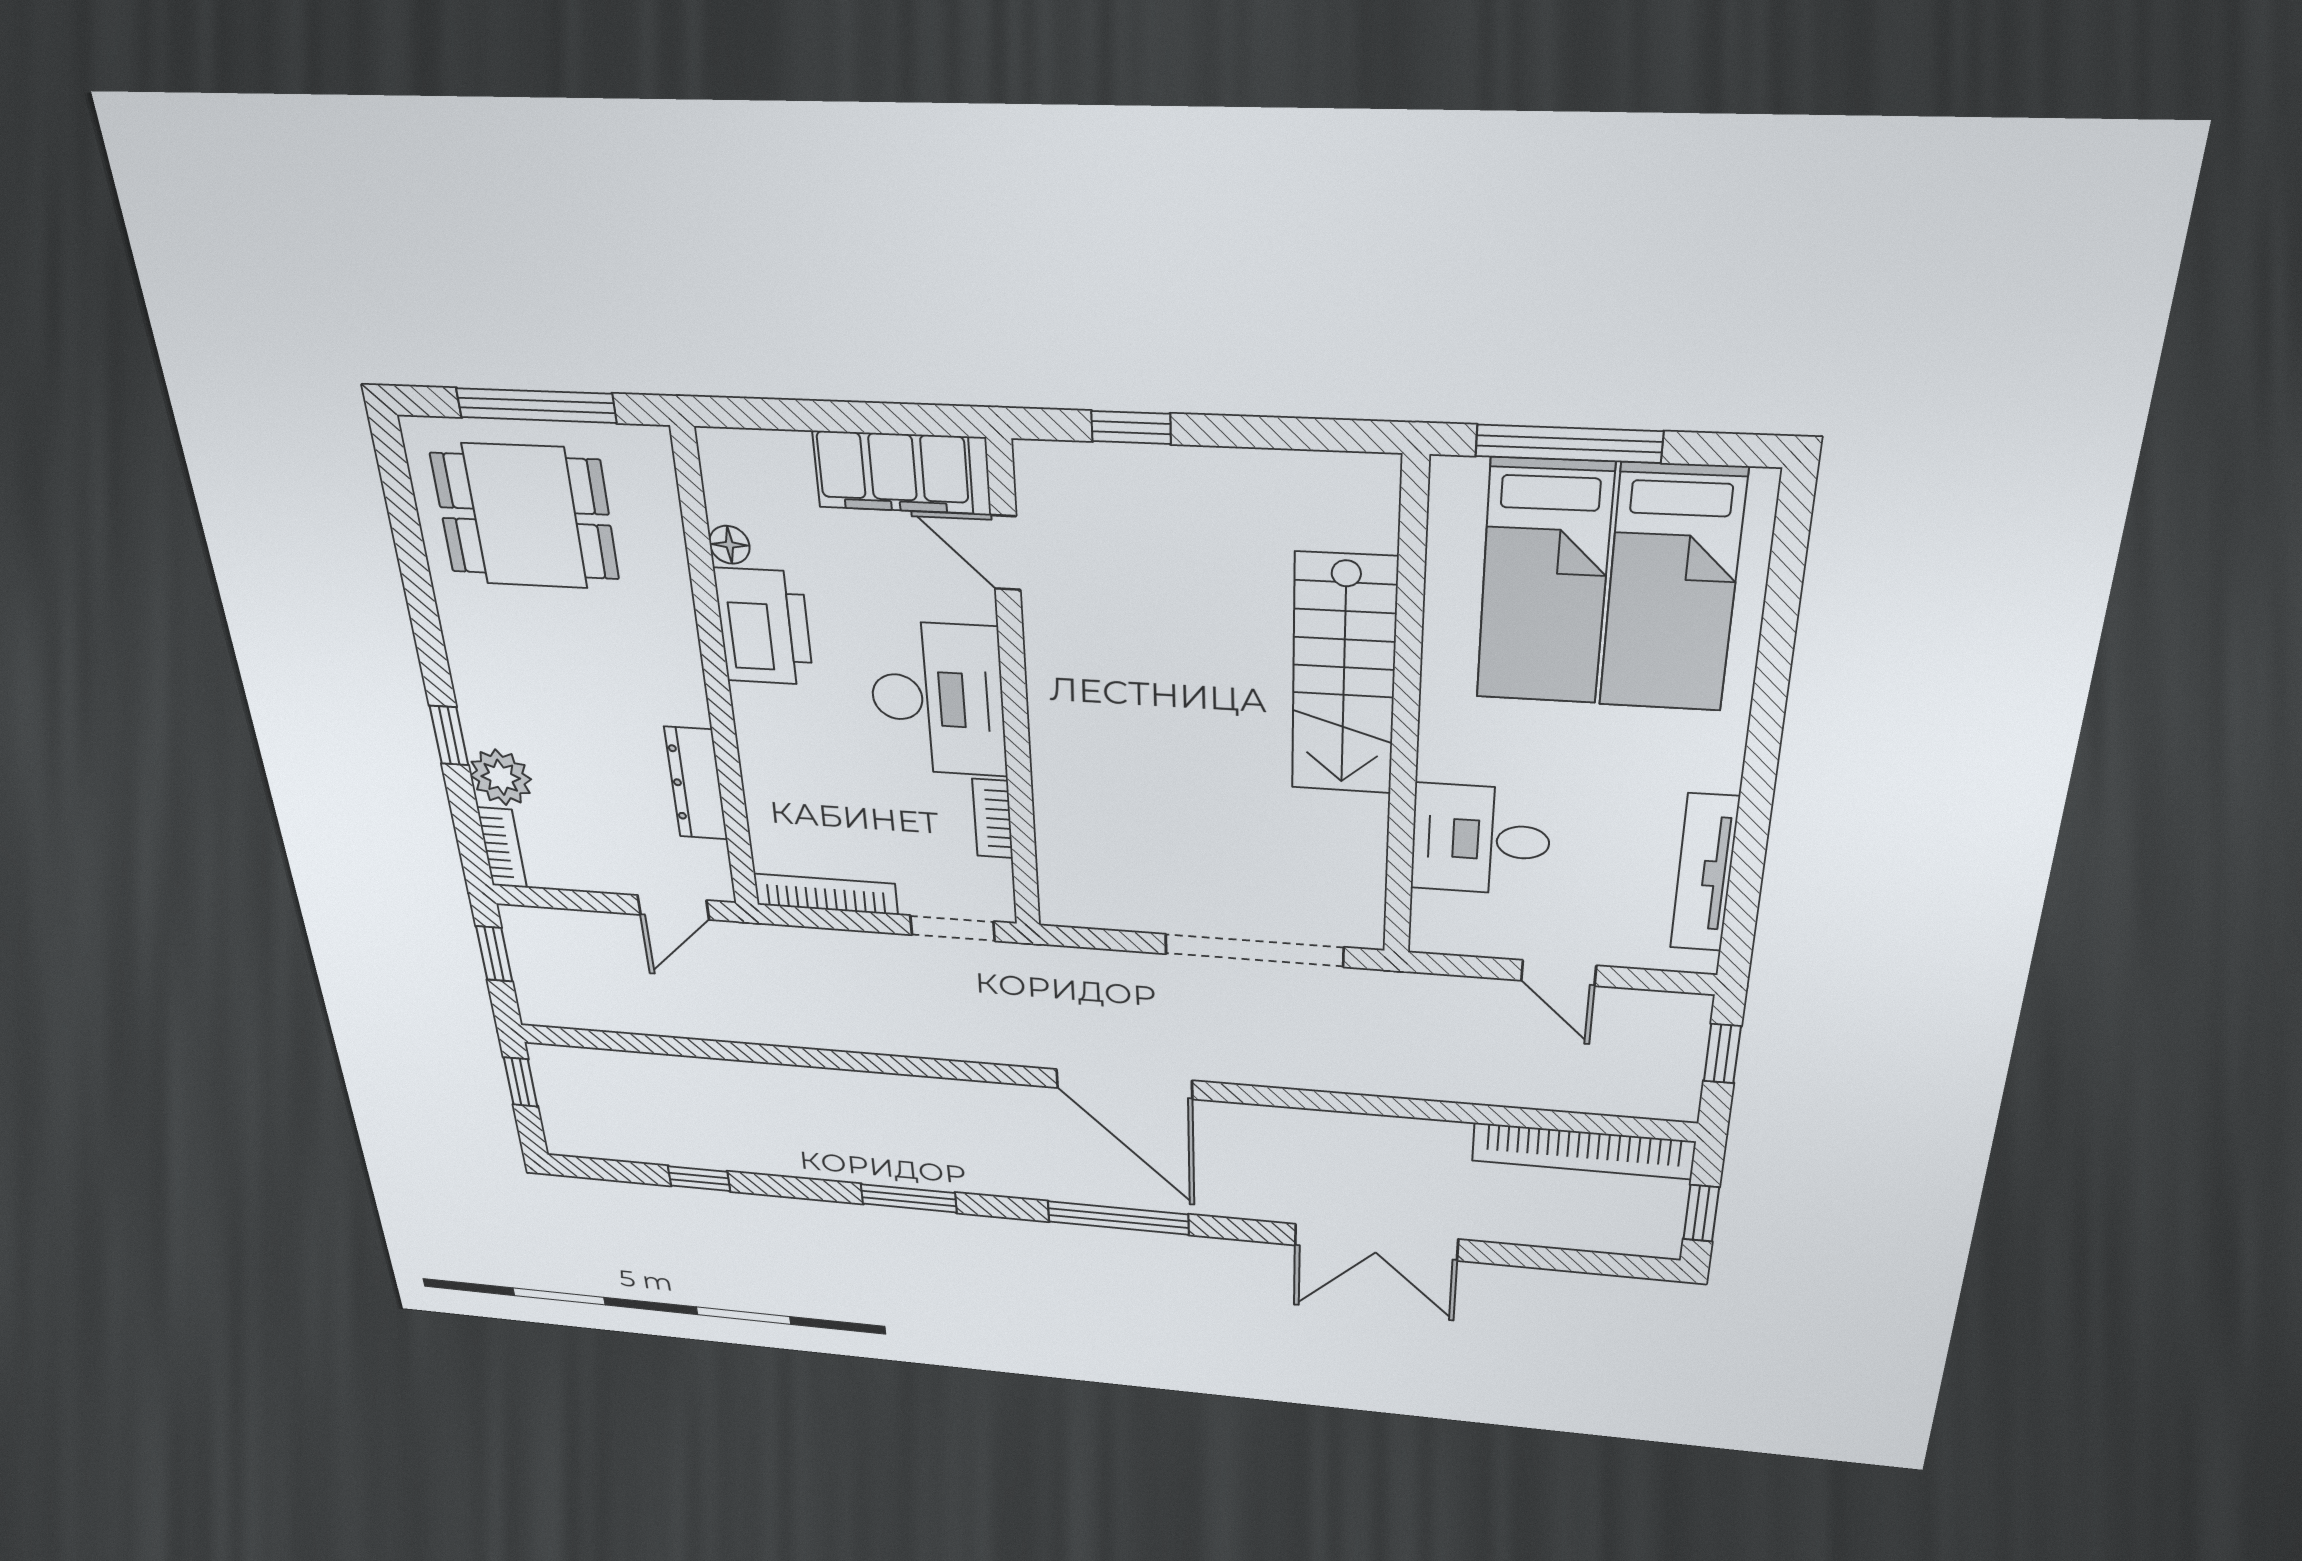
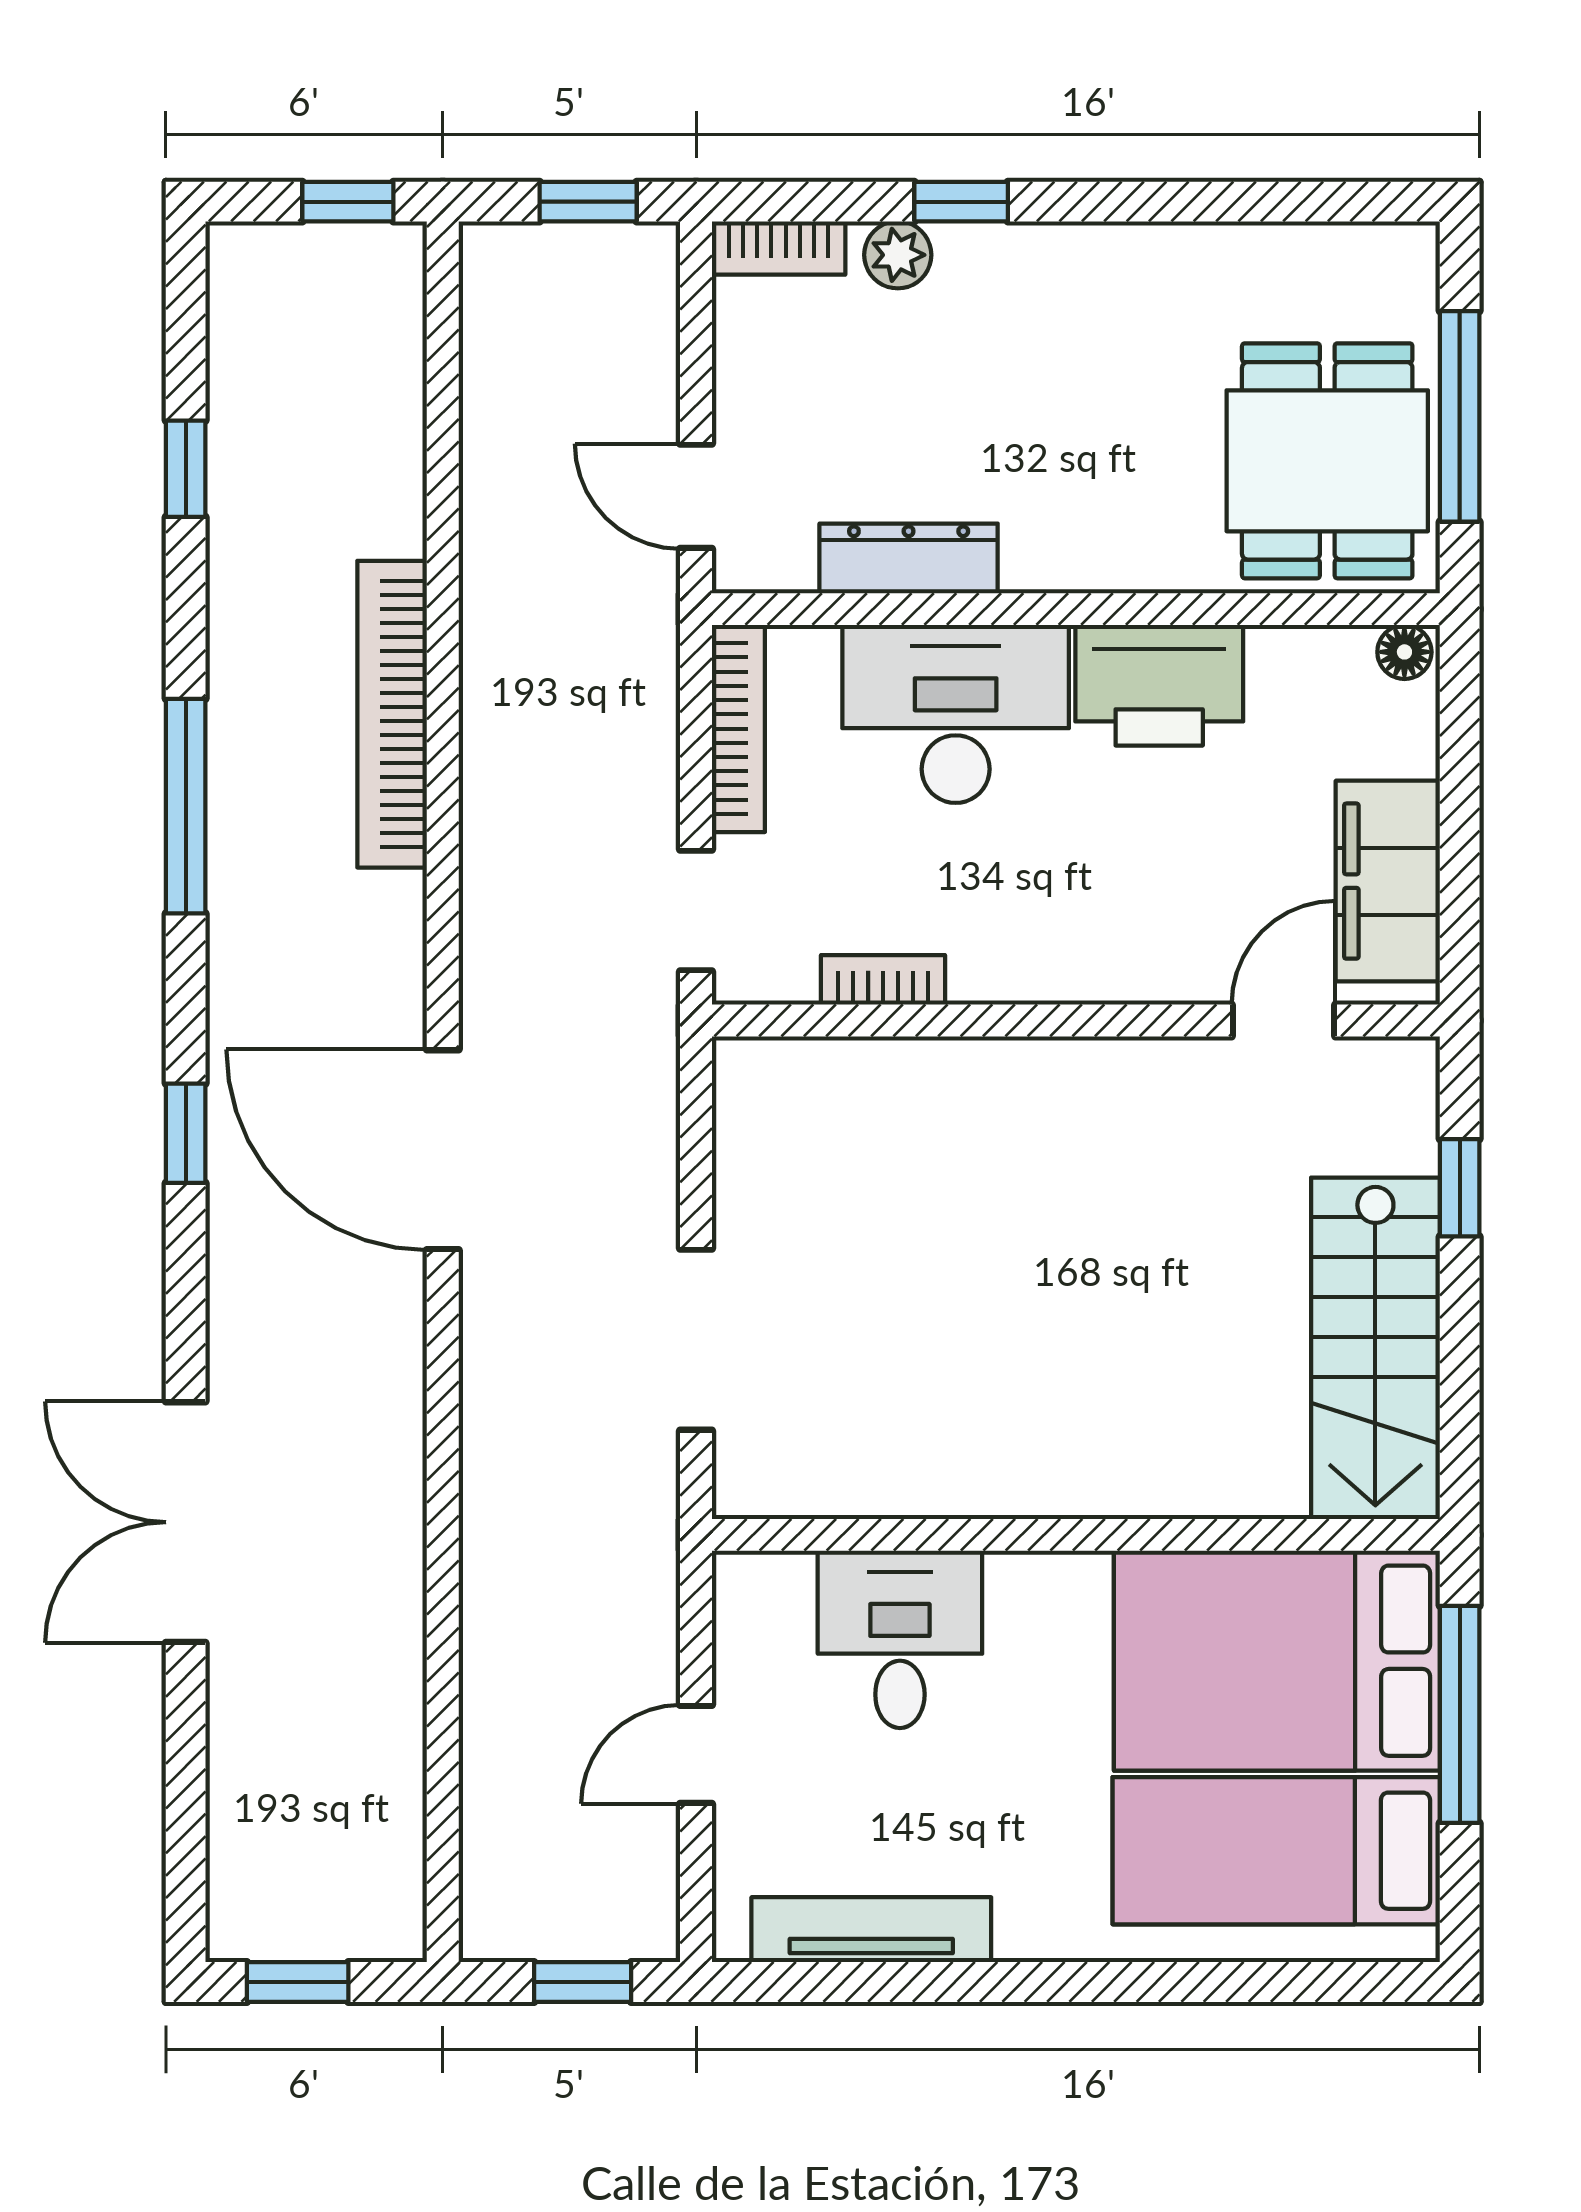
dining table: (525, 516) -> (1327, 461), moved
floor lamp: (729, 545) -> (1404, 652), moved
bed: (1544, 583) -> (1277, 1661), width x1.50
stairs: (1344, 675) -> (1375, 1348), moved, turned -90
desk: (938, 699) -> (956, 714), moved, turned 180
plant: (501, 777) -> (898, 255), width x0.73, depth x0.73
doorway: (1254, 950) -> (696, 1340), width x0.73
door: (1124, 1084) -> (443, 1150), hinge flipped
bookcase: (1583, 1151) -> (392, 714), moved
window: (909, 1198) -> (186, 806), width x1.44
window: (1118, 1218) -> (186, 1133), width x0.46

